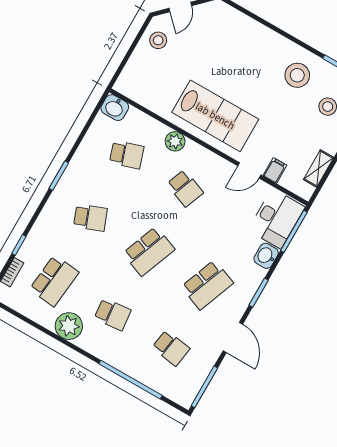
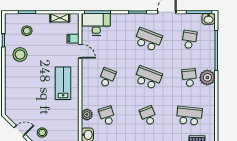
lab bench: (215, 116) -> (63, 83), width x0.73, depth x0.72
plant: (175, 141) -> (87, 114), moved
washbasin: (266, 256) -> (209, 19), moved
plant: (69, 326) -> (207, 77), moved

